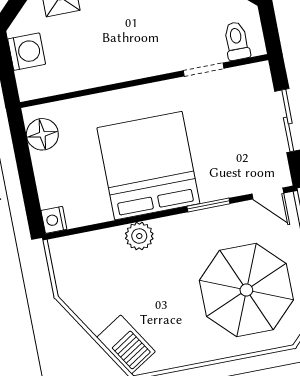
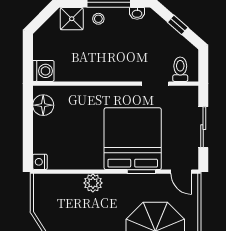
washing machine: (27, 52) -> (43, 71), moved
bed: (148, 166) -> (133, 139), moved

